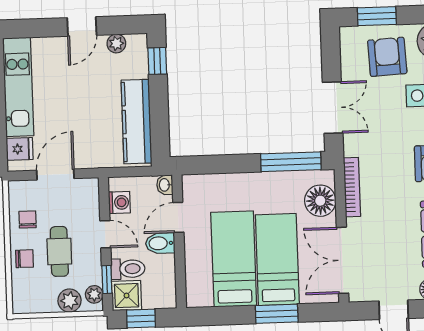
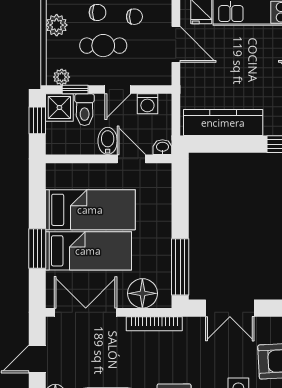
chair: (24, 259) -> (98, 12), turned -90
plant: (69, 301) -> (57, 25), moved

